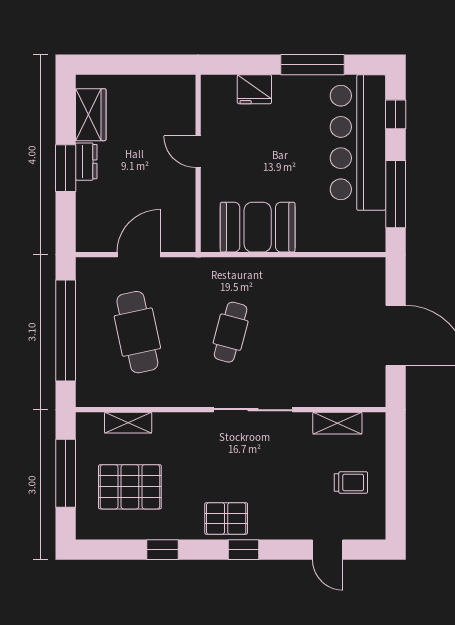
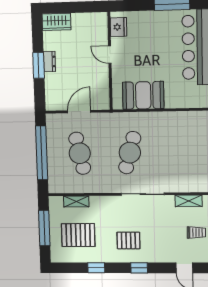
fridge: (254, 89) -> (118, 27), moved, turned -90
wardrobe: (91, 115) -> (57, 22), moved, turned 90
cafe table: (231, 332) -> (130, 153), width x1.37, depth x1.35
pallet: (226, 518) -> (128, 240), moved

